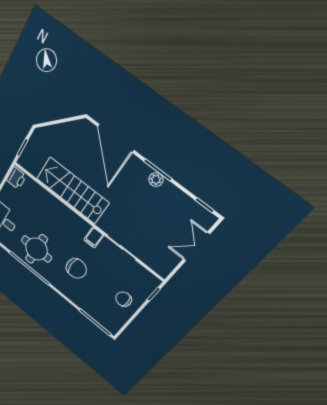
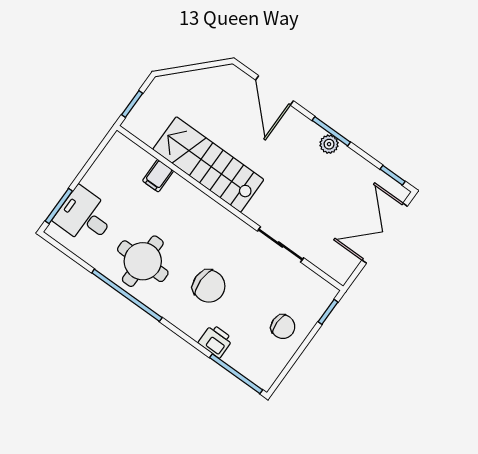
door: (116, 138) -> (274, 90), width x0.73
printer: (16, 178) -> (216, 341), moved, turned -90
filing cabinet: (94, 238) -> (158, 176), moved
double door: (196, 247) -> (385, 233), width x1.37
chair: (124, 299) -> (283, 327), turned 180

